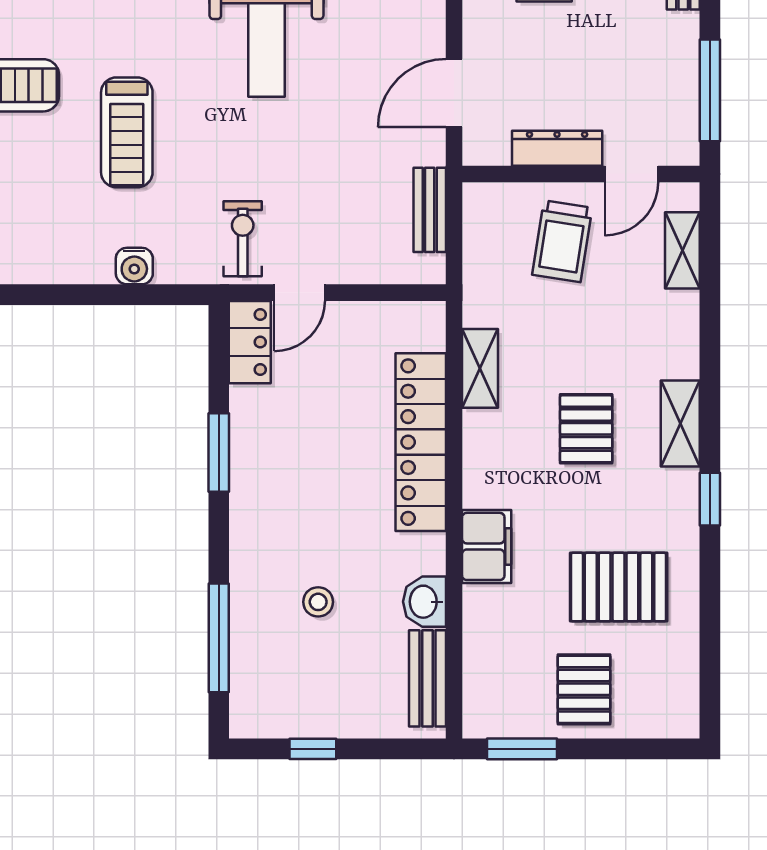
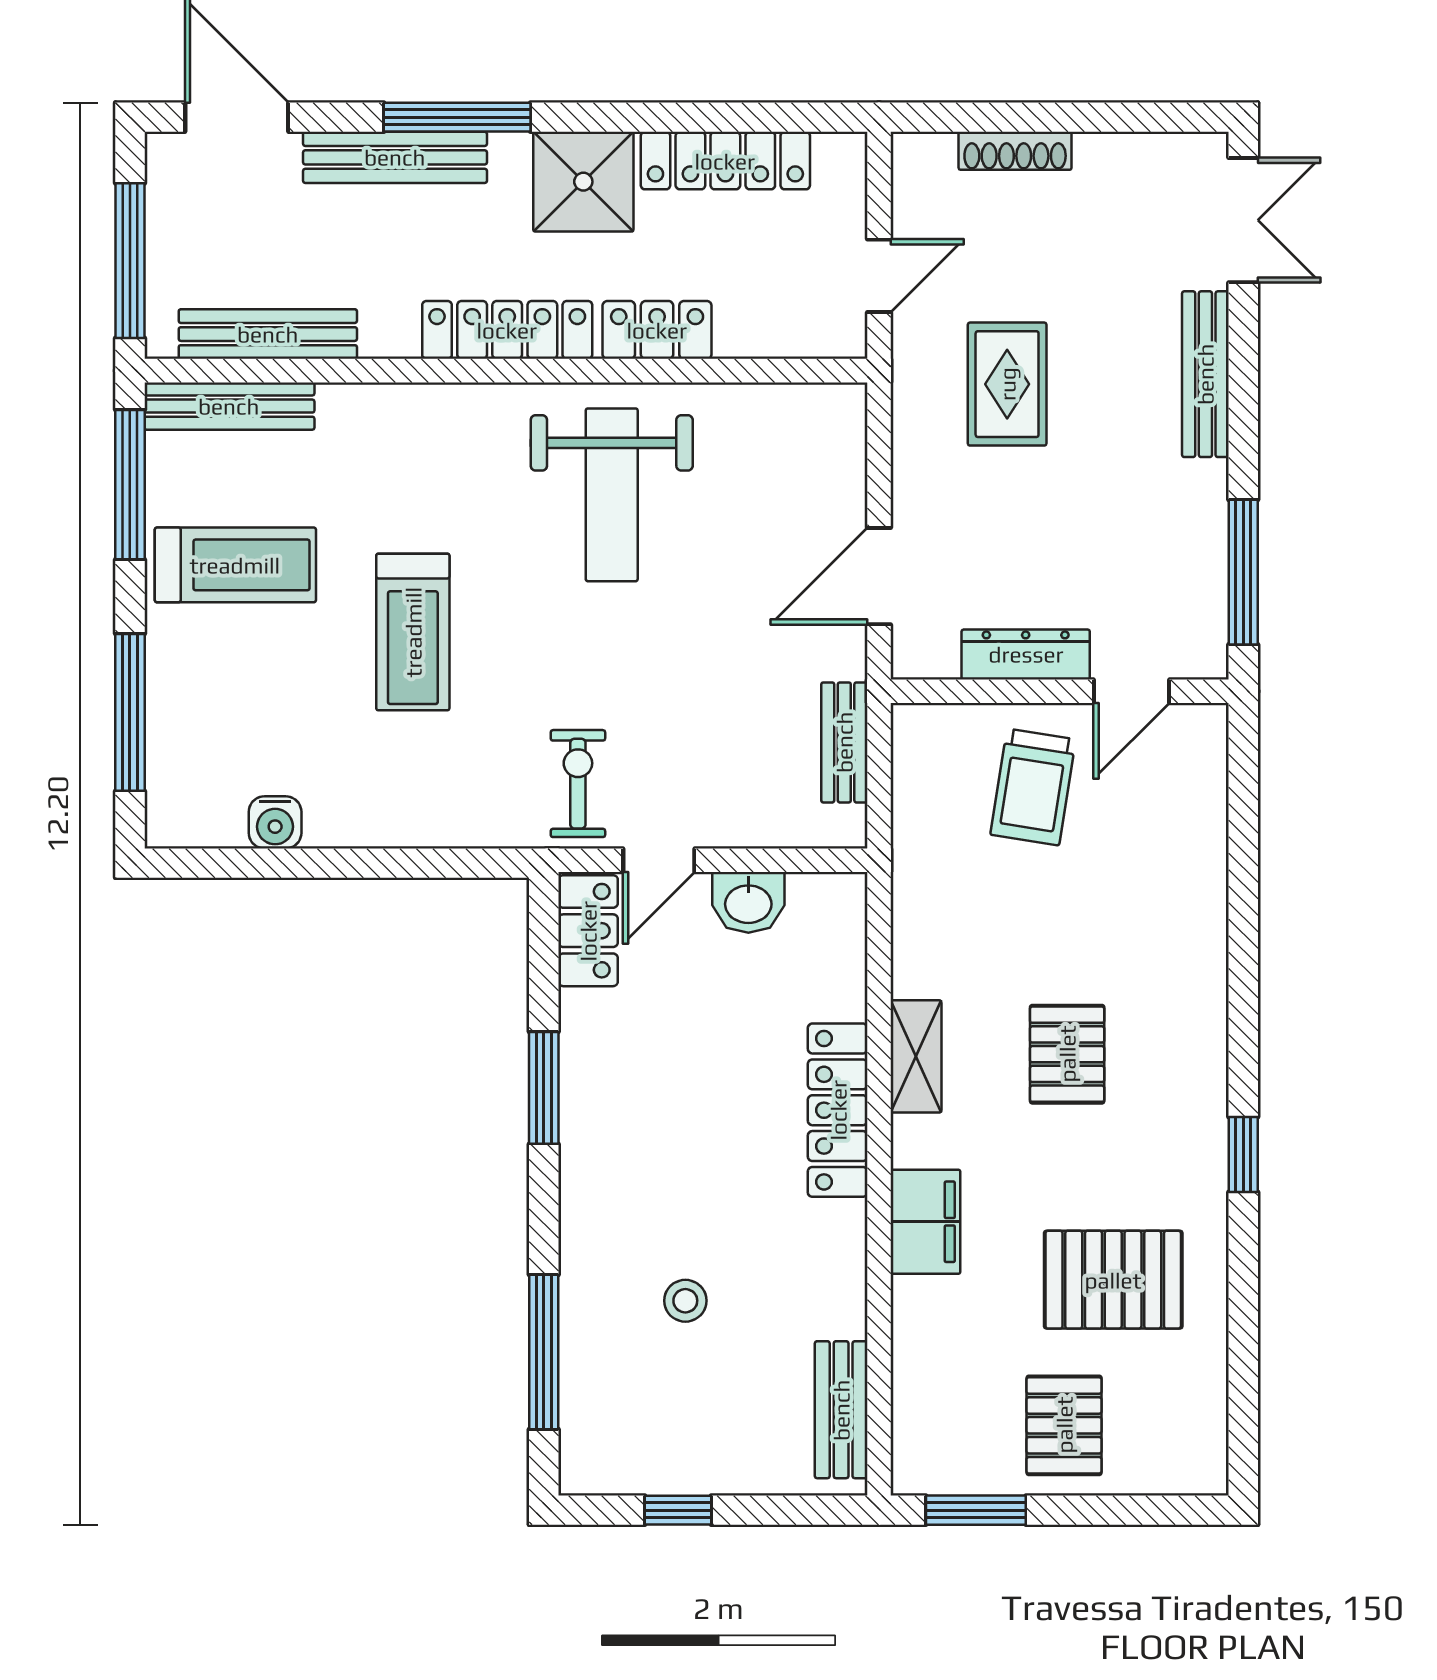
shelving: (682, 250) -> (1204, 800), removed
water cooler: (134, 266) -> (275, 822), moved
shelving: (480, 368) -> (916, 1056), moved
shelving: (680, 423) -> (1201, 1047), removed
locker: (421, 442) -> (838, 1110), width x0.71, depth x0.83
washbasin: (424, 602) -> (748, 902), moved, turned -90

